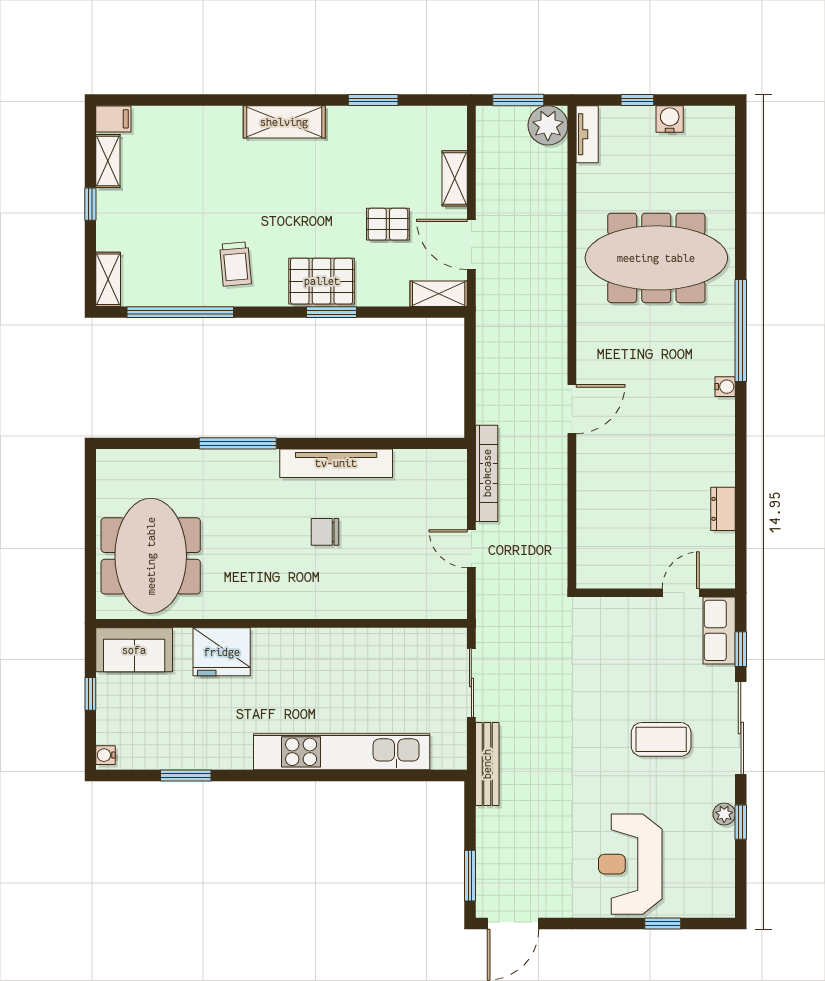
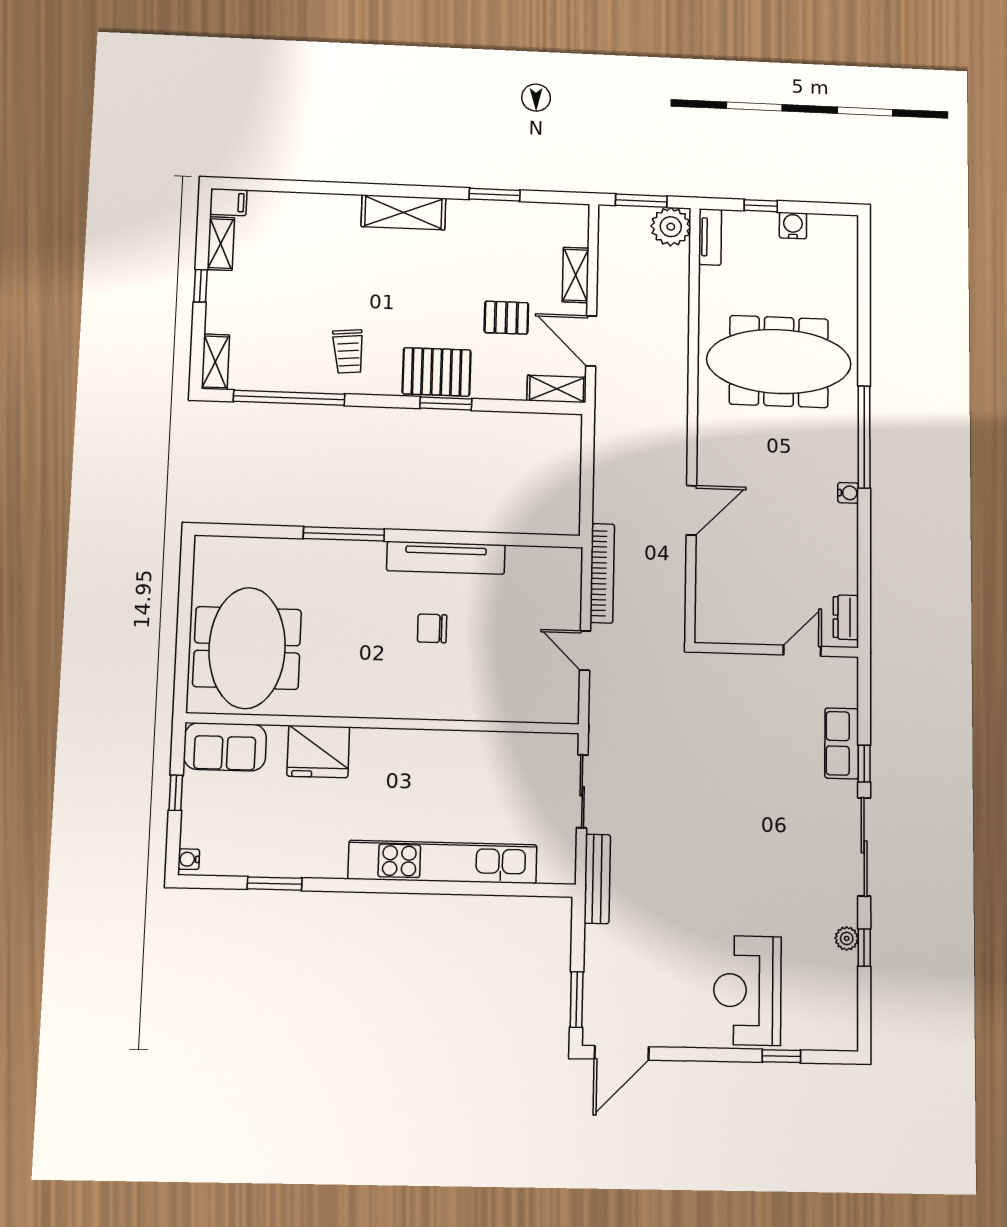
wall: (656, 593) -> (776, 650), moved
door: (681, 593) -> (802, 651), moved
coffee table: (661, 739) -> (781, 857), removed

